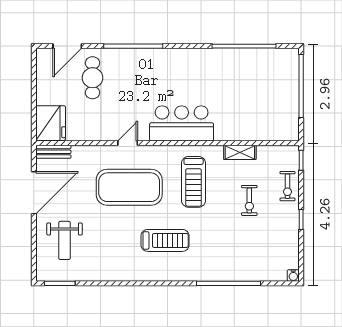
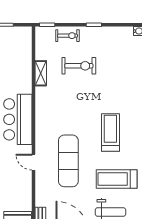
treadmill: (194, 182) -> (117, 179), moved, turned 180
exercise mat: (129, 187) -> (68, 161), width x0.68
exercise bike: (249, 200) -> (79, 66), width x1.38, depth x1.39

